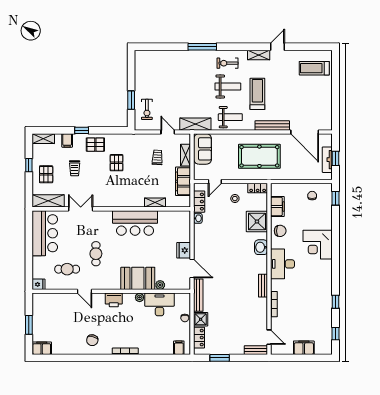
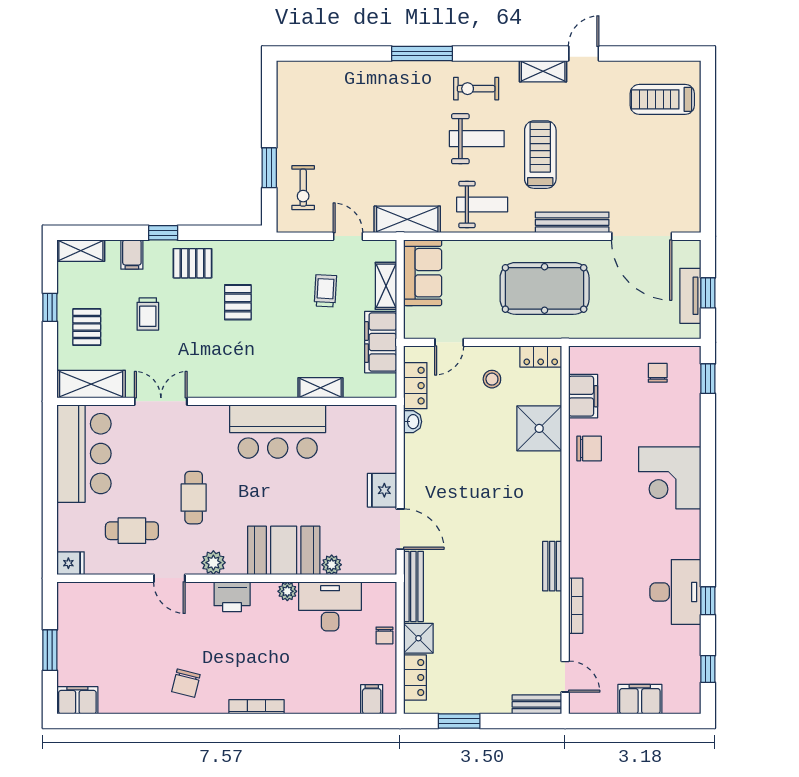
washbasin: (261, 247) -> (548, 484), removed
desk: (283, 264) -> (675, 592), moved, turned 180
plant: (105, 284) -> (213, 563), added

